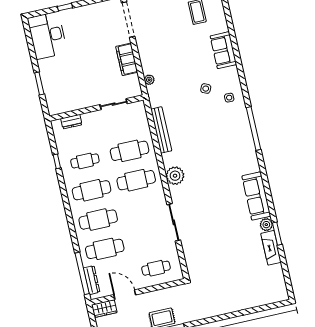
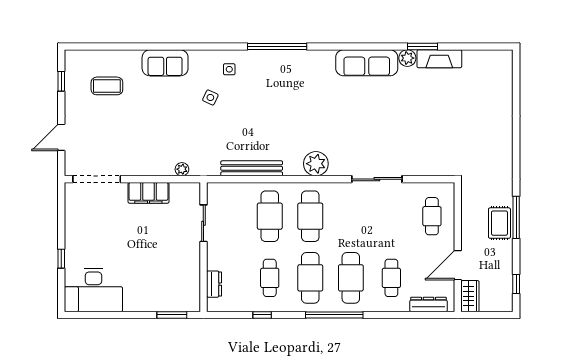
window: (39, 84) -> (172, 315), moved
cafe table: (105, 249) -> (391, 278), width x0.73, depth x0.74
window: (82, 273) -> (334, 315), moved

